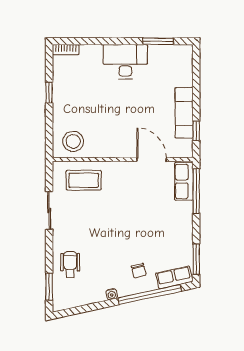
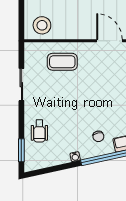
coffee table: (84, 180) -> (62, 62), moved
wheelchair: (70, 264) -> (39, 131), turned 180

